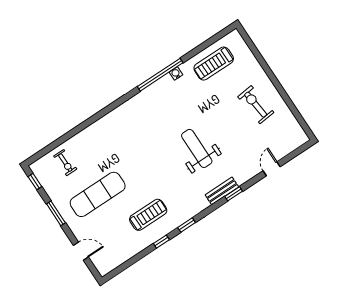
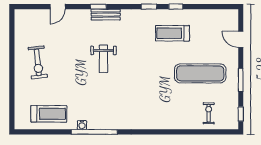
weight bench: (197, 148) -> (103, 59), width x0.73, depth x0.75

